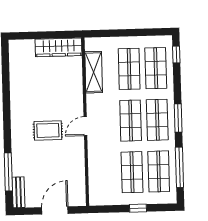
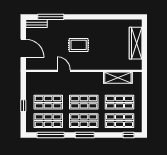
wardrobe: (59, 47) -> (136, 43), moved
door: (85, 126) -> (64, 71), moved
rug: (48, 130) -> (79, 45), turned 90

